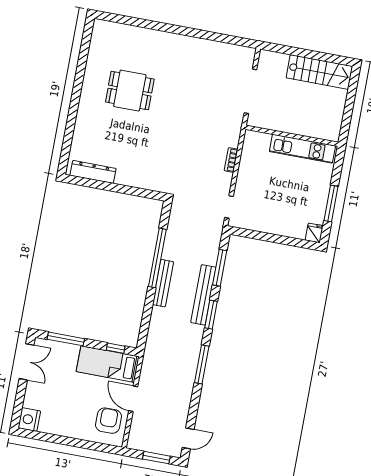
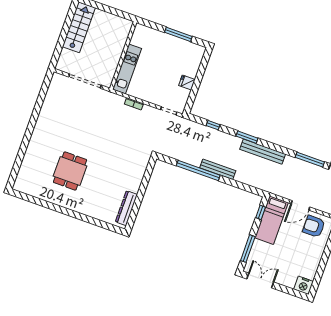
kitchen unit: (302, 149) -> (127, 69), moved
fridge: (314, 233) -> (187, 82), moved
window: (220, 268) -> (213, 125), width x0.46
bench: (203, 295) -> (263, 152), moved
window: (202, 364) -> (310, 160), moved

